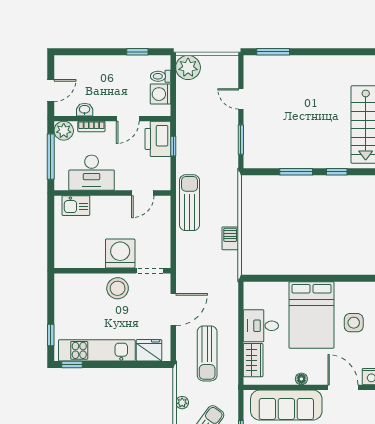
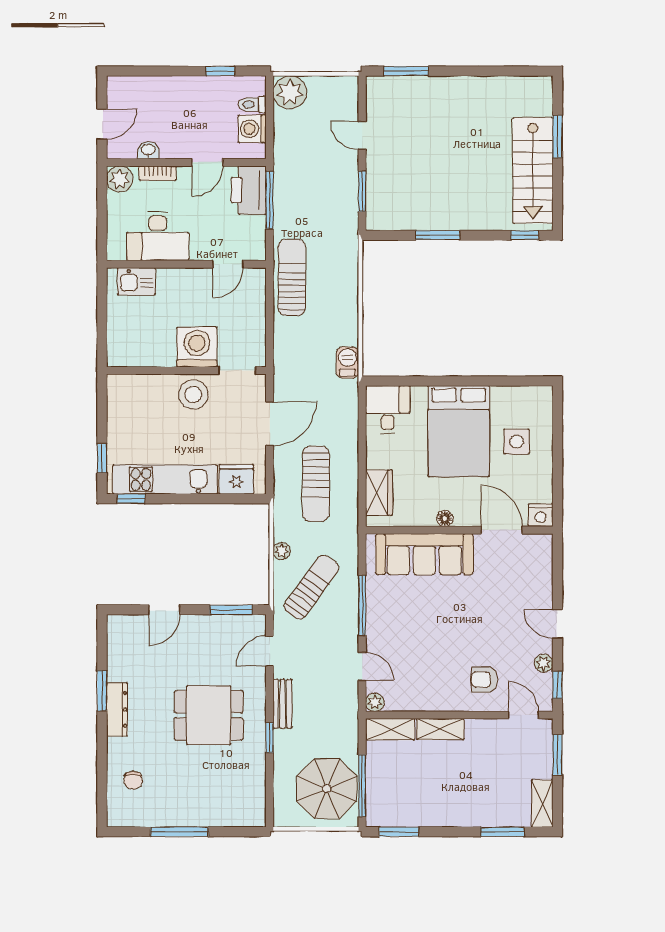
window: (173, 146) -> (270, 200), width x2.17
window: (51, 157) -> (102, 214), removed
window: (337, 172) -> (524, 235), moved
barbecue: (230, 238) -> (347, 363), moved
desk: (261, 326) -> (388, 409), moved, turned 90

